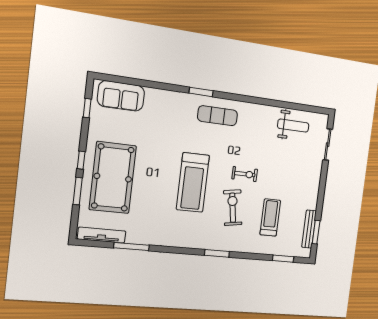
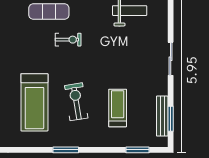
sliding door: (328, 145) -> (171, 59), moved
exercise bike: (245, 174) -> (68, 40), moved
treadmill: (193, 182) -> (34, 102), moved

